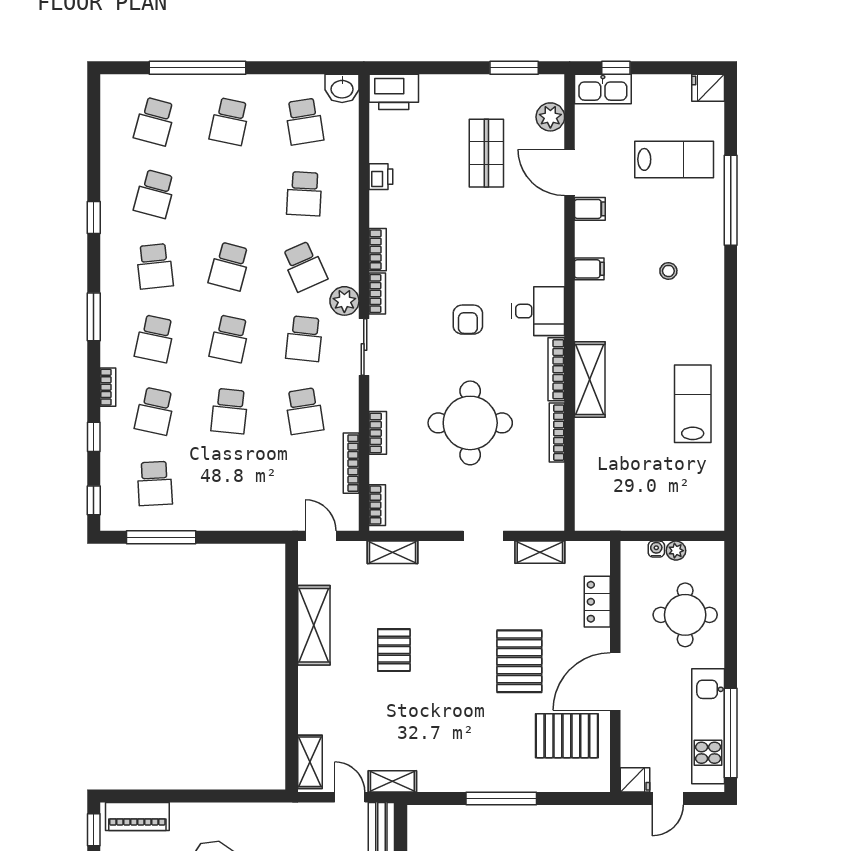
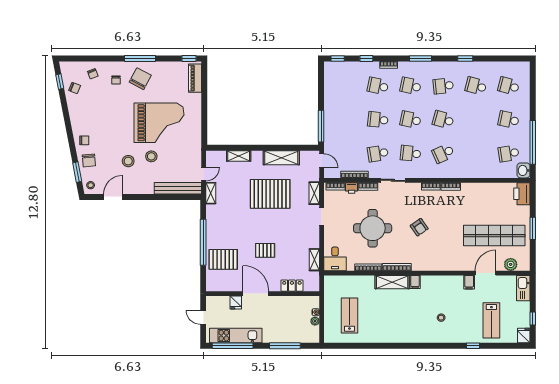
window: (198, 68) -> (533, 142), moved
window: (514, 68) -> (533, 228), moved
window: (616, 68) -> (533, 319), moved
shop shelf: (486, 153) -> (494, 236), width x2.00, depth x1.36
printer: (381, 177) -> (352, 188), moved
school desk: (304, 194) -> (476, 153), removed
window: (731, 200) -> (473, 346), width x0.32
filing cabinet: (589, 269) -> (415, 282), moved
plant: (344, 301) -> (428, 172), removed
desk: (538, 311) -> (335, 259), moved
armchair: (468, 320) -> (419, 227), turned -125
sliding door: (364, 347) -> (393, 180), moved
lab bench: (693, 404) -> (349, 316), moved, turned -90
school desk: (155, 483) -> (345, 86), removed
door: (321, 536) -> (322, 161), hinge flipped
doorway: (483, 536) -> (322, 217), moved
window: (161, 537) -> (321, 126), moved
round table: (685, 615) -> (286, 325), removed
window: (731, 617) -> (285, 346), added
pallet: (394, 650) -> (270, 194), width x2.05, depth x2.00
pallet: (519, 661) -> (265, 250), width x0.67, depth x0.71
pallet: (567, 736) -> (223, 259), moved, turned 90
shelving: (310, 762) -> (239, 156), moved
fridge: (635, 780) -> (236, 303), moved
window: (501, 799) -> (203, 242), width x1.46

